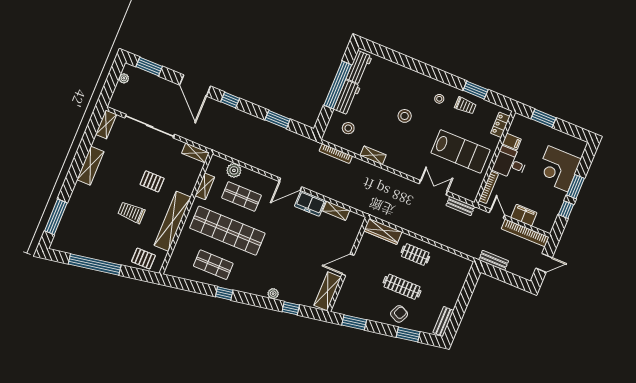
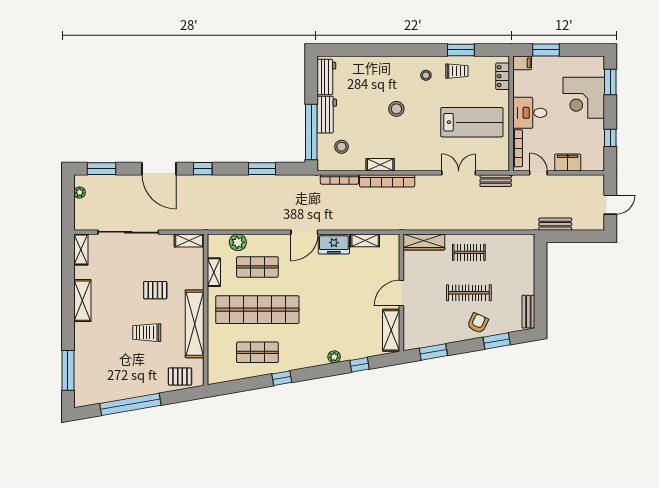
window: (338, 85) -> (311, 132), moved
filing cabinet: (512, 142) -> (522, 63), moved
window: (575, 187) -> (610, 82), moved
bookcase: (525, 233) -> (387, 181), moved

